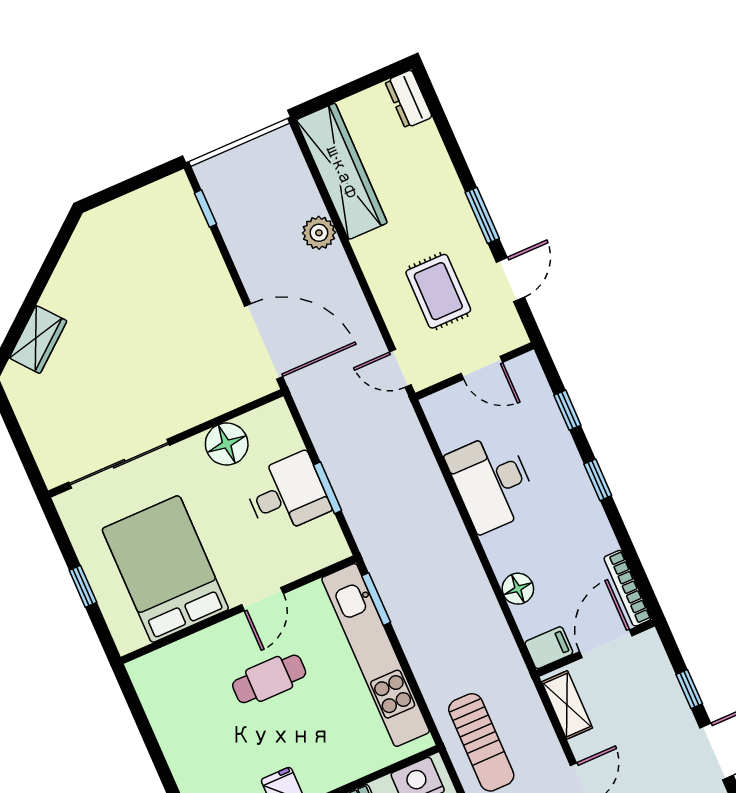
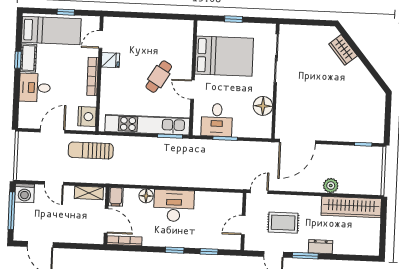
dresser: (408, 99) -> (320, 247), moved
desk: (492, 482) -> (174, 206), moved
desk: (287, 494) -> (217, 120), moved
cafe table: (269, 679) -> (159, 77), turned 31
window: (689, 689) -> (71, 246), removed

